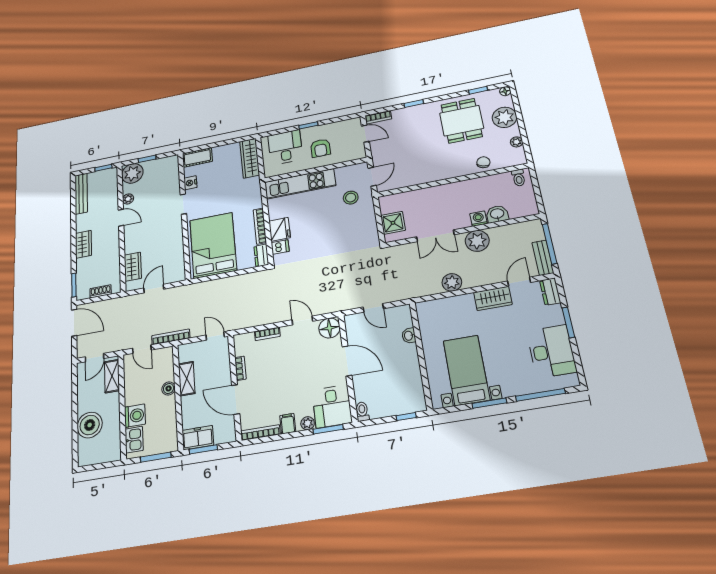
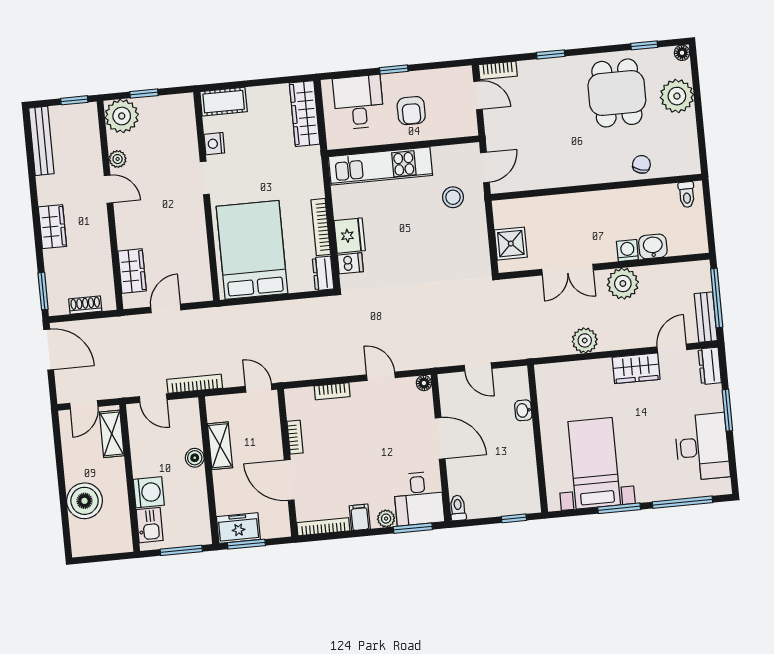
plant: (517, 142) -> (690, 138), removed
floor lamp: (329, 328) -> (424, 383), width x0.53, depth x0.53

